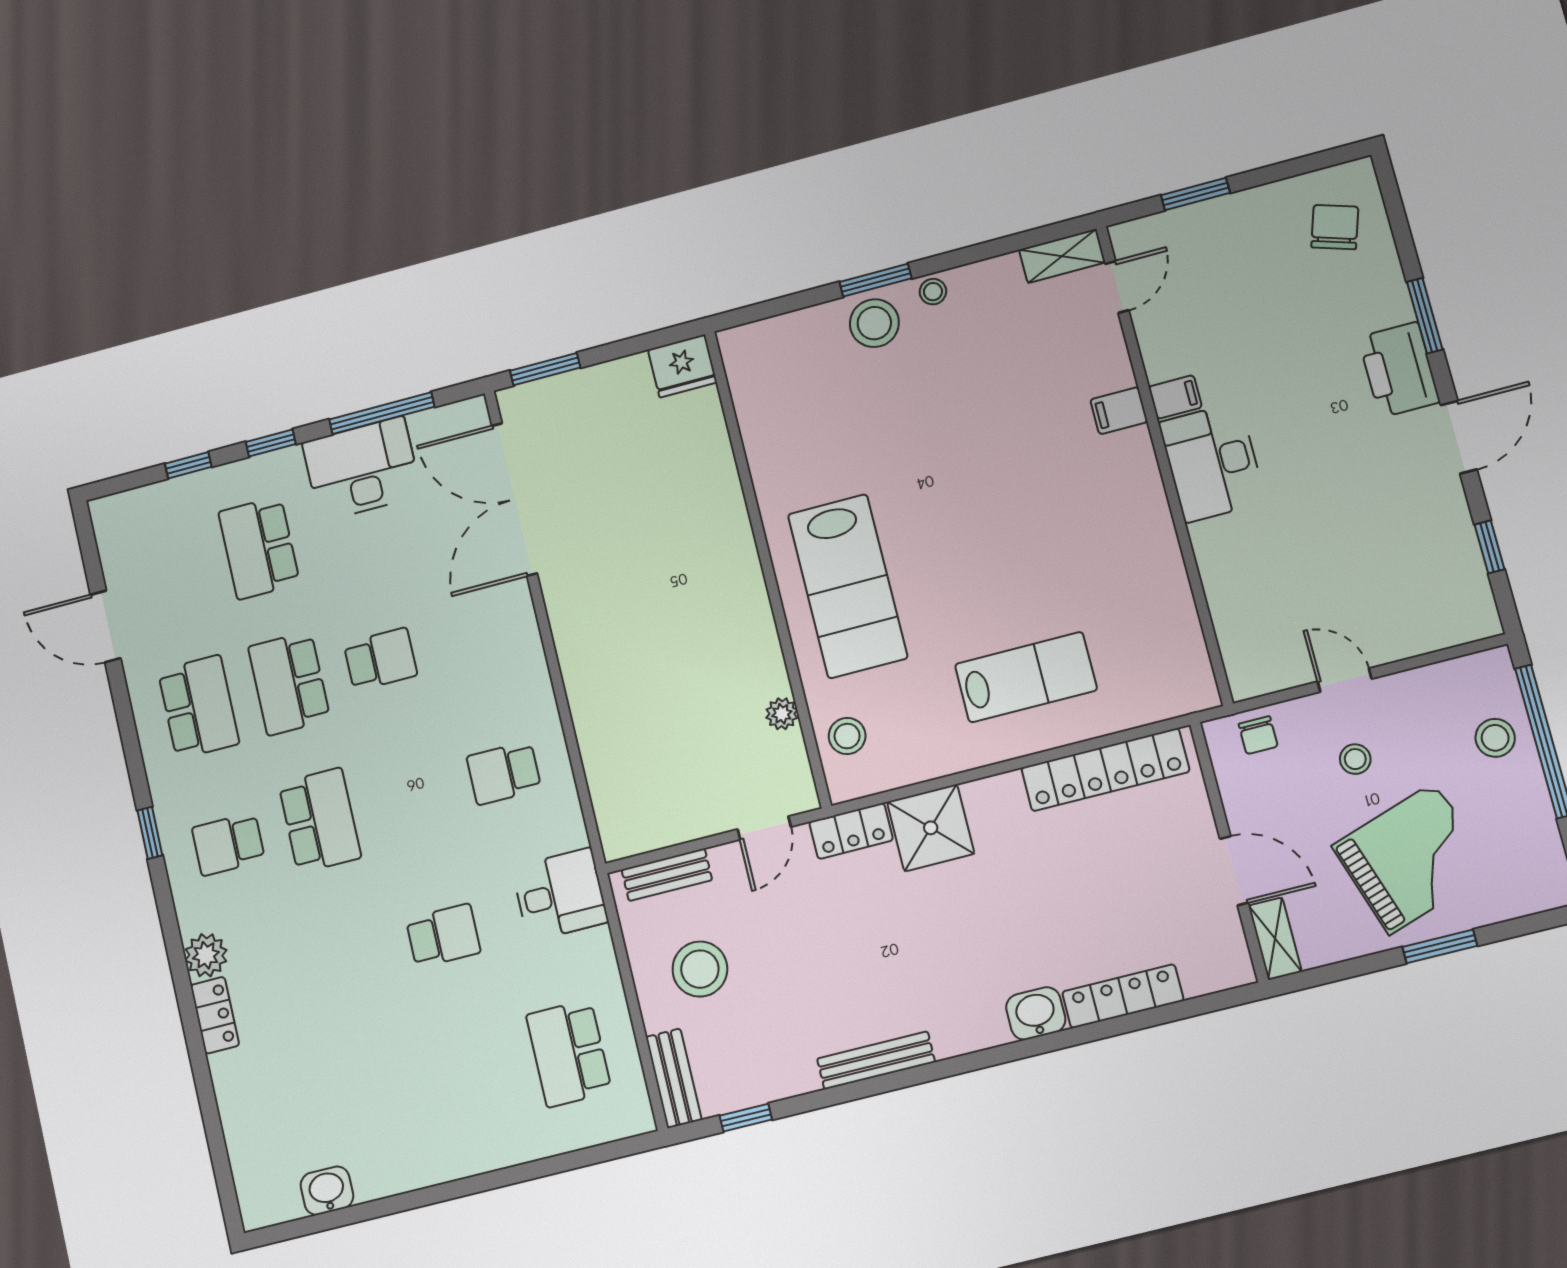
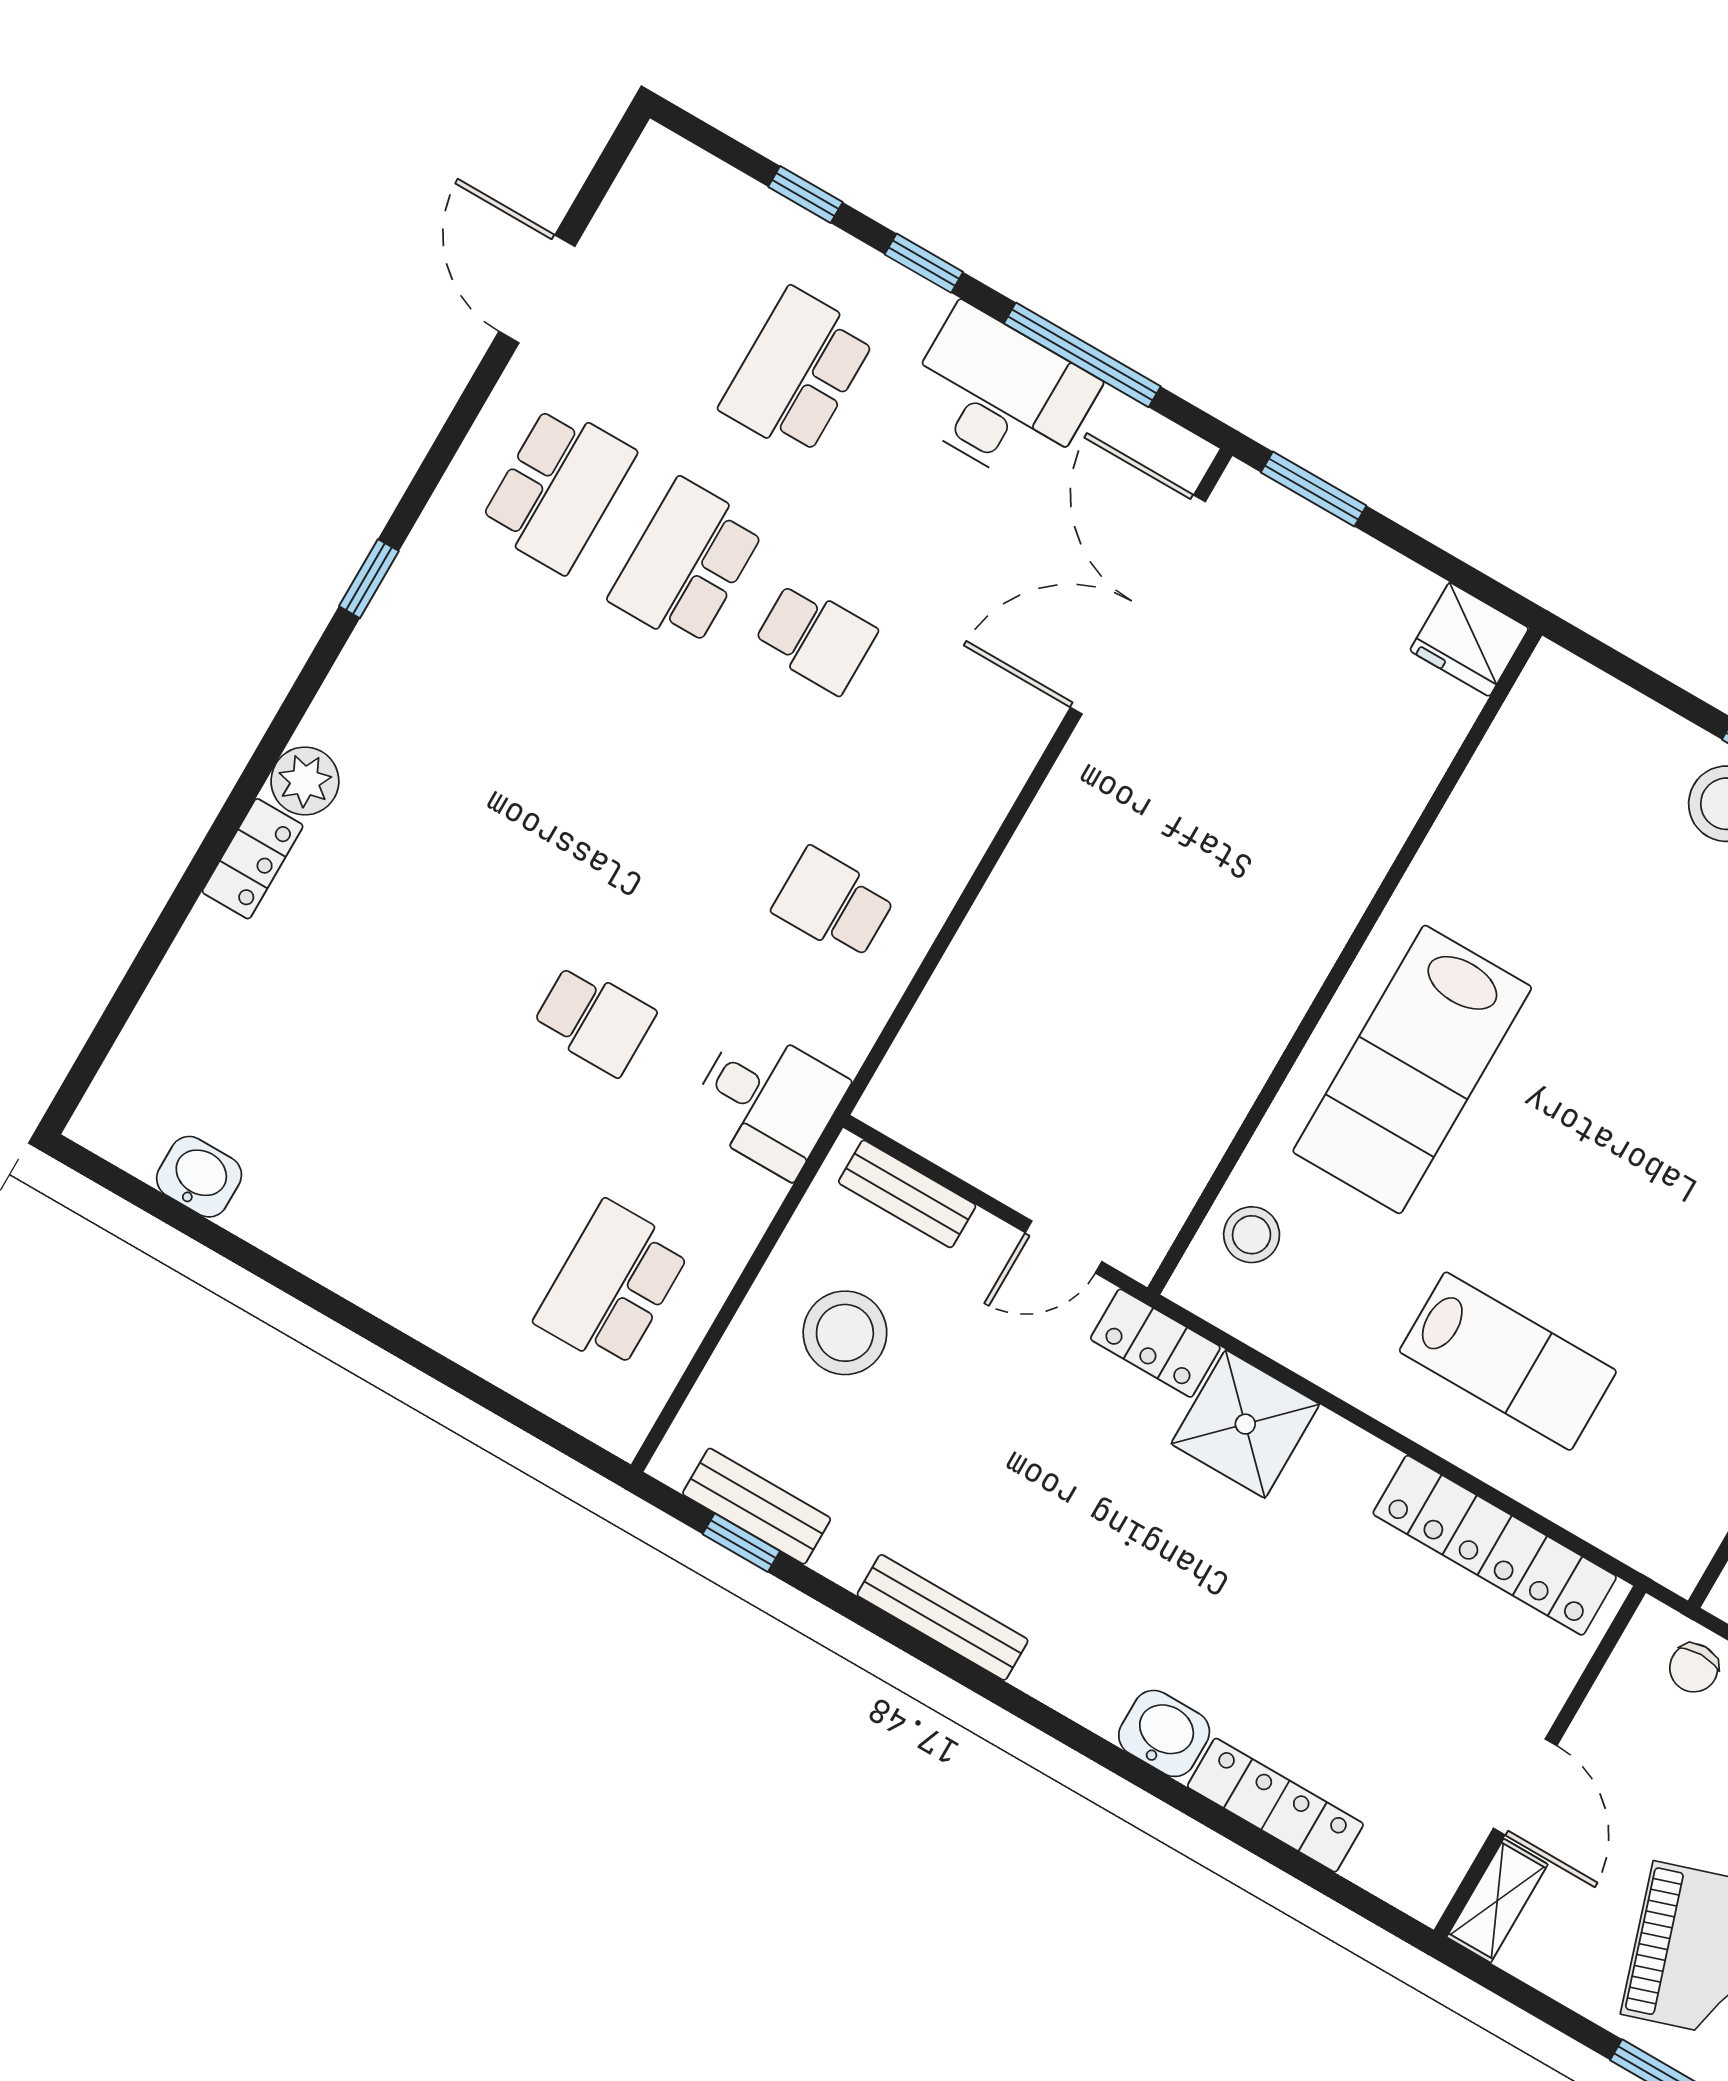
plant: (782, 714) -> (1204, 1140), removed
school desk: (320, 820) -> (576, 754), removed
school desk: (228, 844) -> (447, 679), removed
bench: (674, 1078) -> (757, 1506), moved, turned 90

